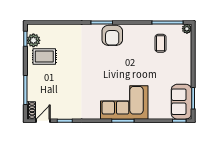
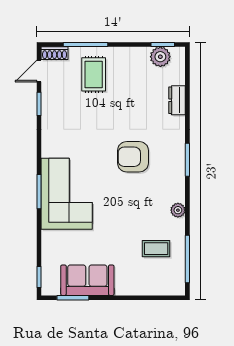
dresser: (62, 29) -> (177, 100), added
plant: (187, 29) -> (178, 210), moved
armchair: (112, 35) -> (133, 157), moved
rug: (44, 56) -> (94, 74), moved
sofa: (181, 102) -> (87, 280), moved
door: (43, 121) -> (39, 71), swing flipped

